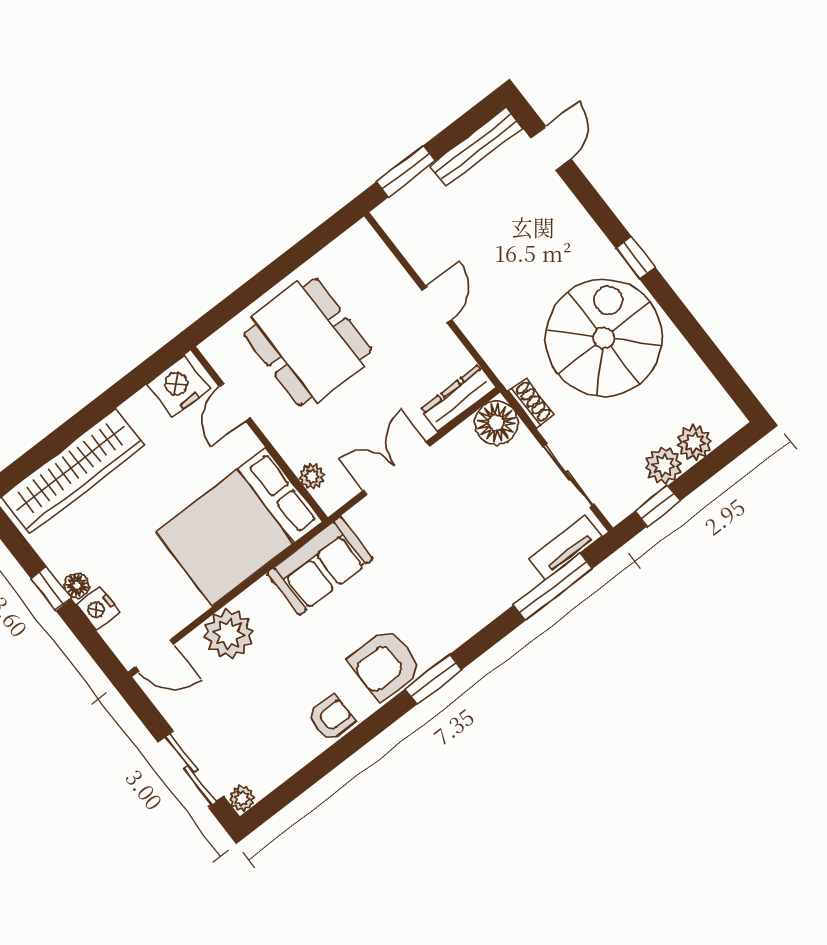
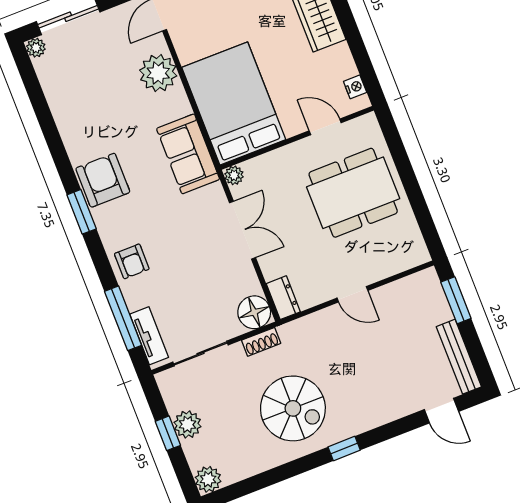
spiral stairs: (604, 338) -> (293, 408), width x0.73, depth x0.73
nightstand: (178, 386) -> (355, 87), width x0.53, depth x0.56
dresser: (458, 398) -> (283, 298), width x0.70
plant: (694, 443) -> (208, 479), moved
plant: (312, 476) -> (234, 175), moved
window: (657, 506) -> (168, 433), moved
armchair: (331, 718) -> (132, 261), moved

